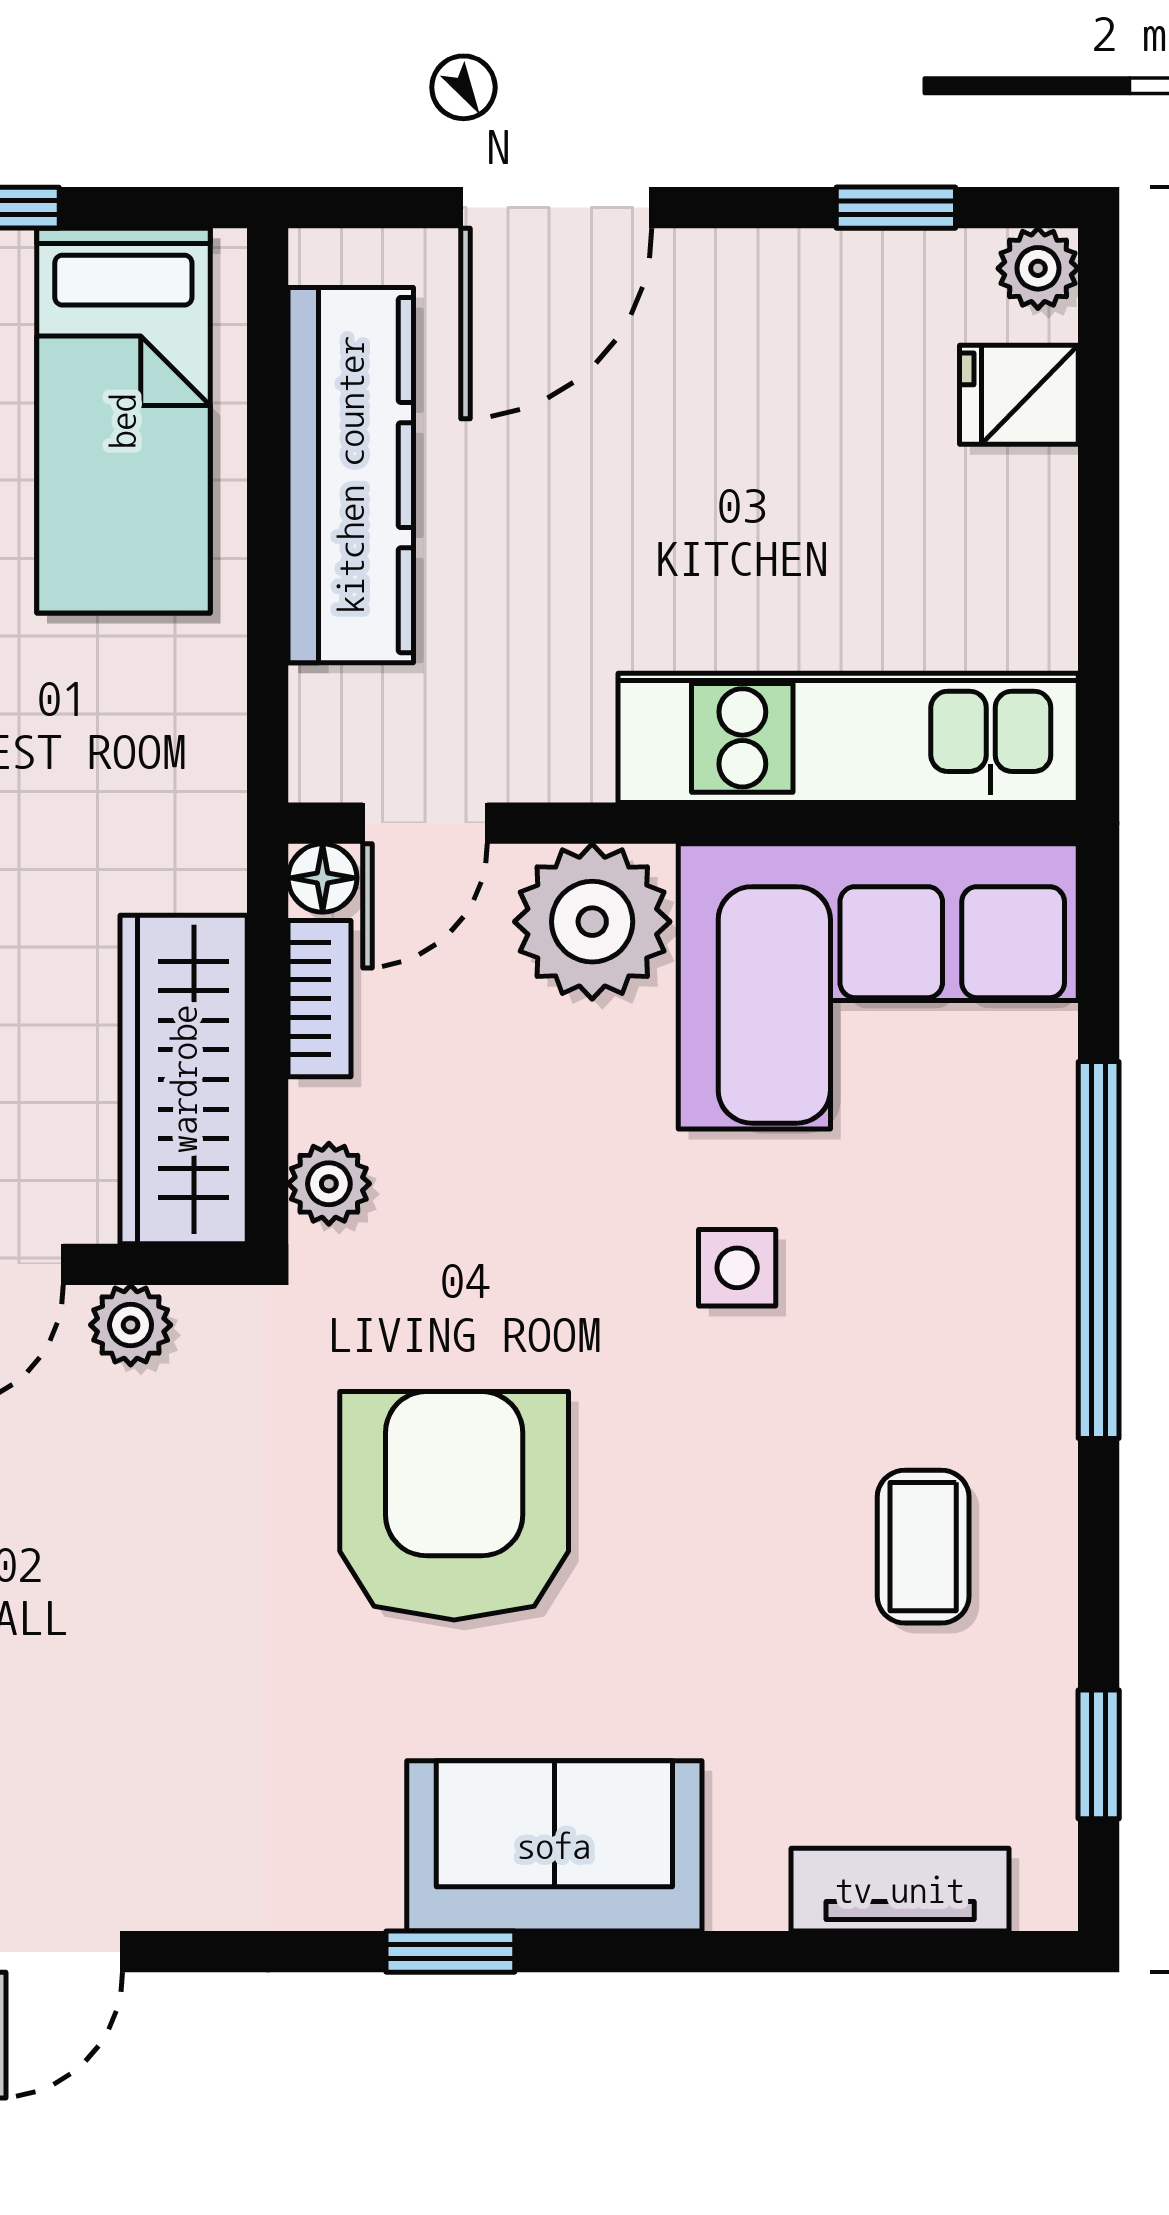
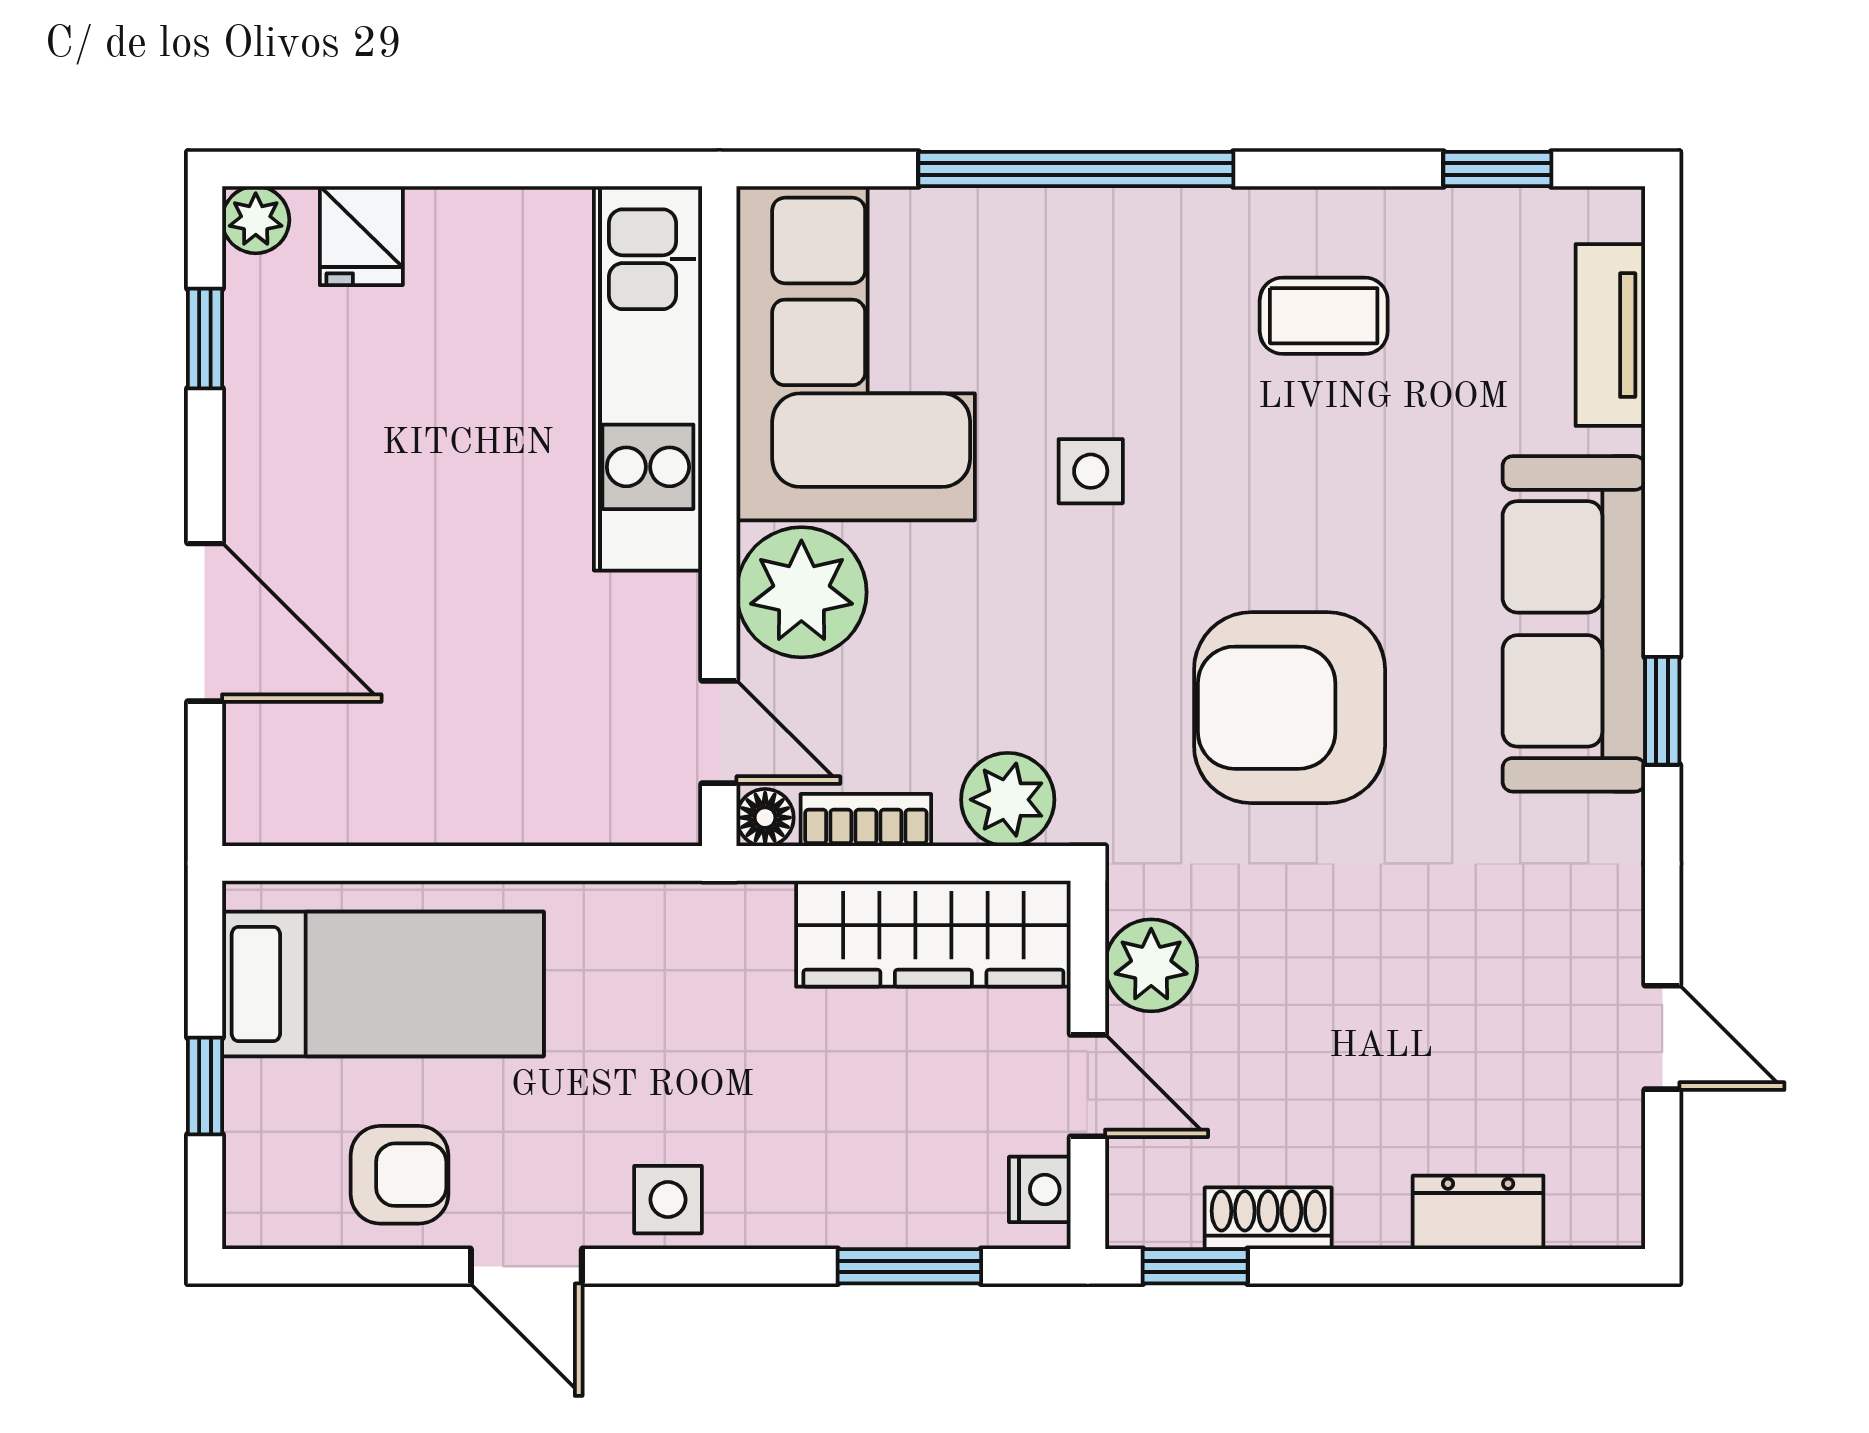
kitchen counter: (351, 475) -> (428, 794), removed
plant: (329, 1184) -> (1008, 800), width x1.38, depth x1.38
plant: (131, 1325) -> (1151, 965), width x1.38, depth x1.38
sofa: (554, 1846) -> (1574, 624), width x1.36

